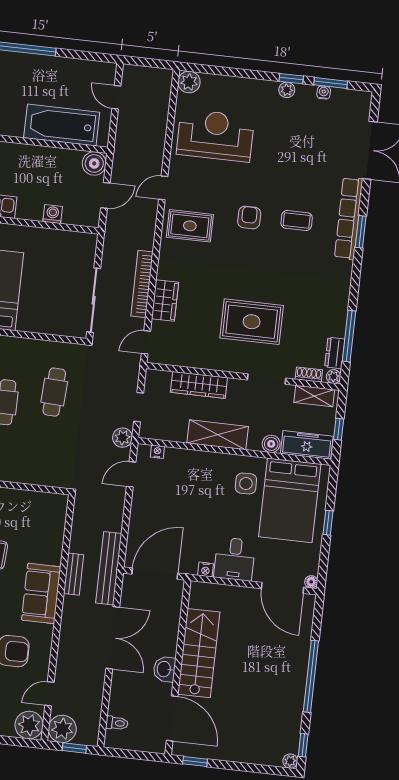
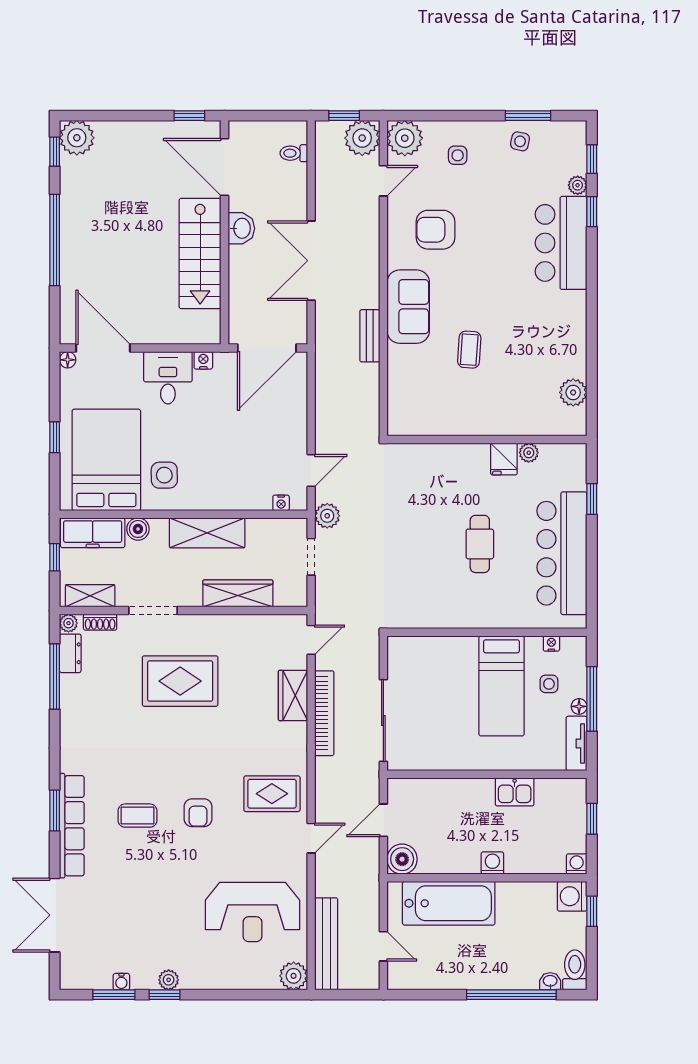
washing machine: (53, 214) -> (492, 863), moved, turned 180
sliding door: (94, 300) -> (383, 721), moved
cafe table: (54, 392) -> (420, 564), removed
bench: (109, 568) -> (326, 944), moved
plant: (290, 761) -> (77, 138), width x1.88, depth x1.88

